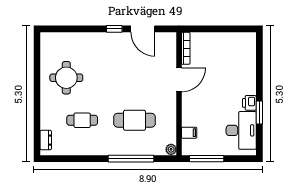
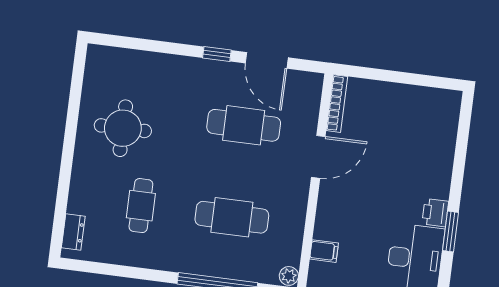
cafe table: (135, 67) -> (244, 125), added
cafe table: (82, 120) -> (141, 206), turned 90

